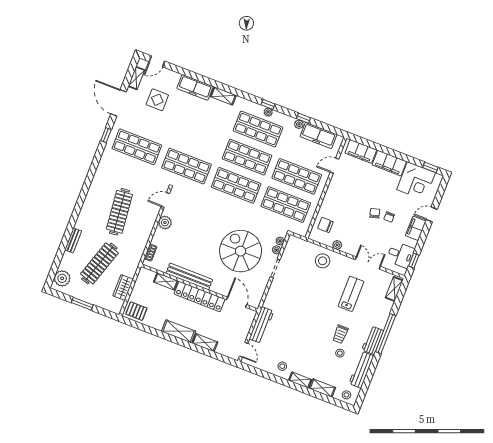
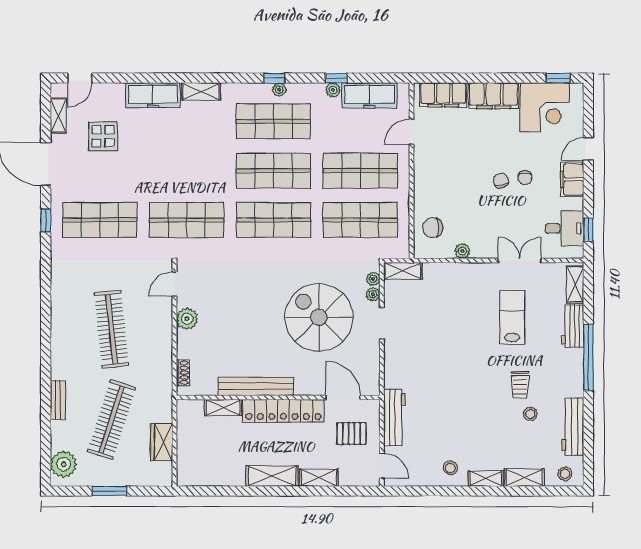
shelving: (299, 243) -> (403, 271), added
stool: (323, 261) -> (450, 284), removed
pallet: (136, 311) -> (351, 434), moved
workbench: (373, 340) -> (573, 326), moved

